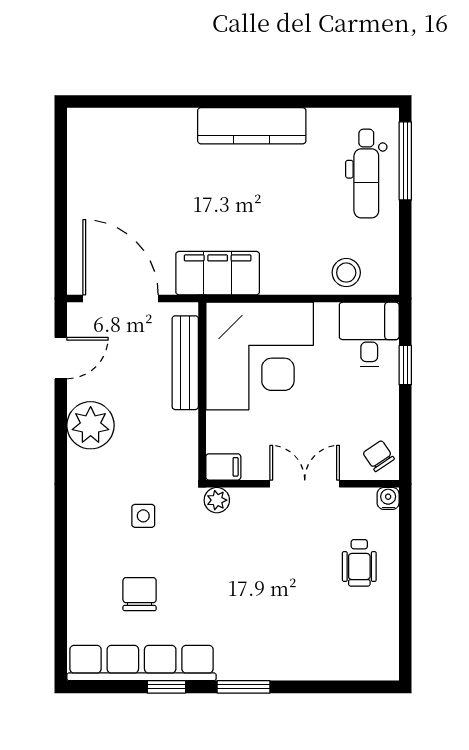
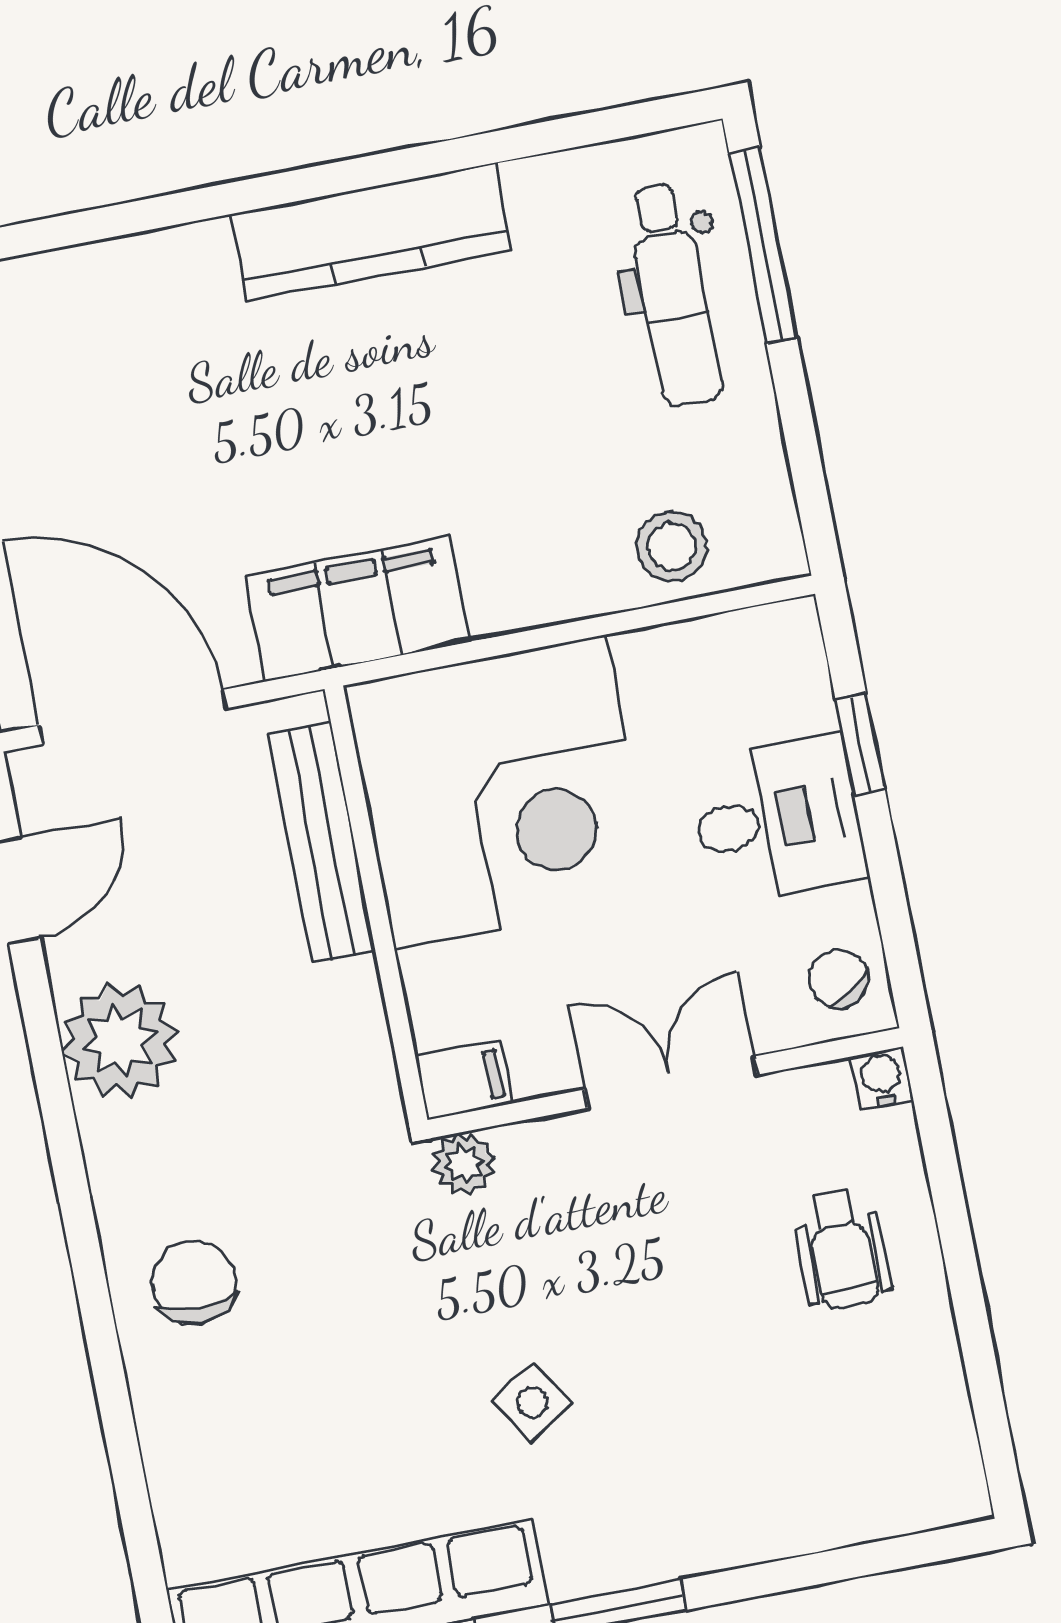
desk: (369, 334) -> (777, 819), moved, turned 90
side table: (143, 516) -> (532, 1402), moved, turned -32
chair: (140, 594) -> (194, 1282), moved

